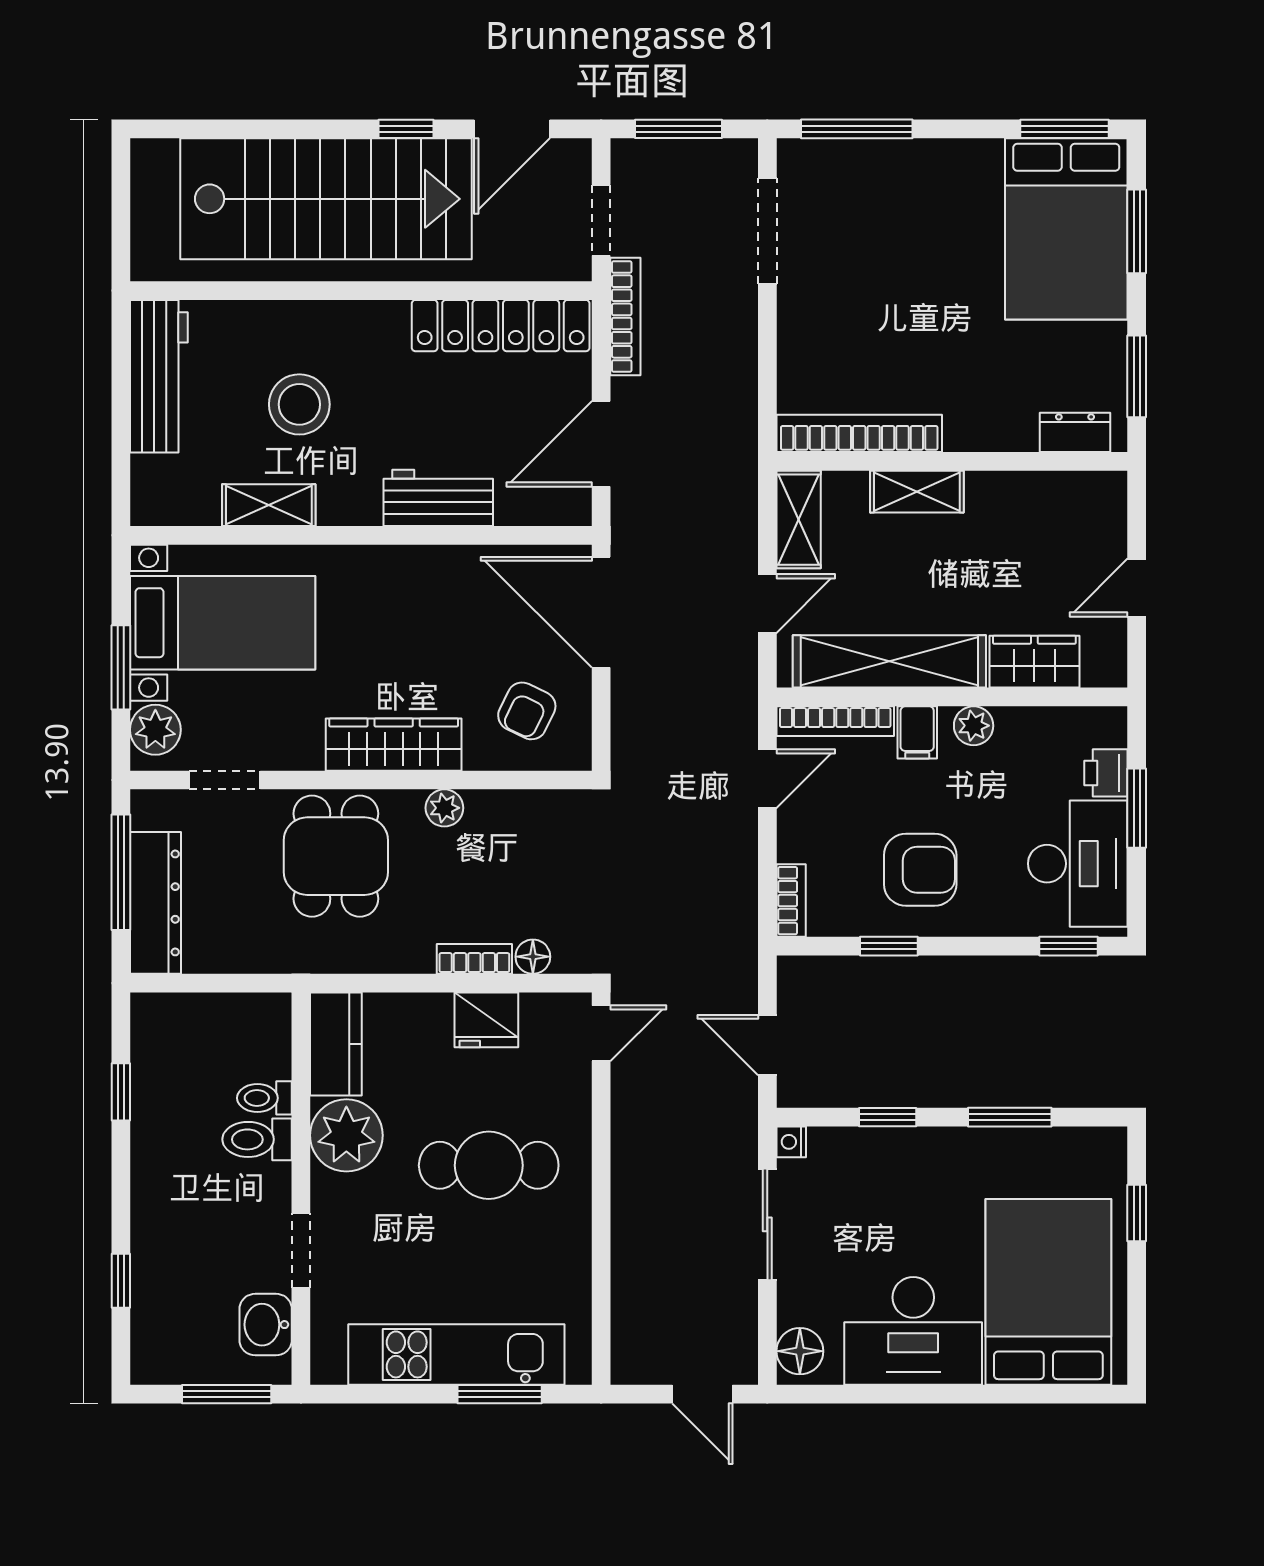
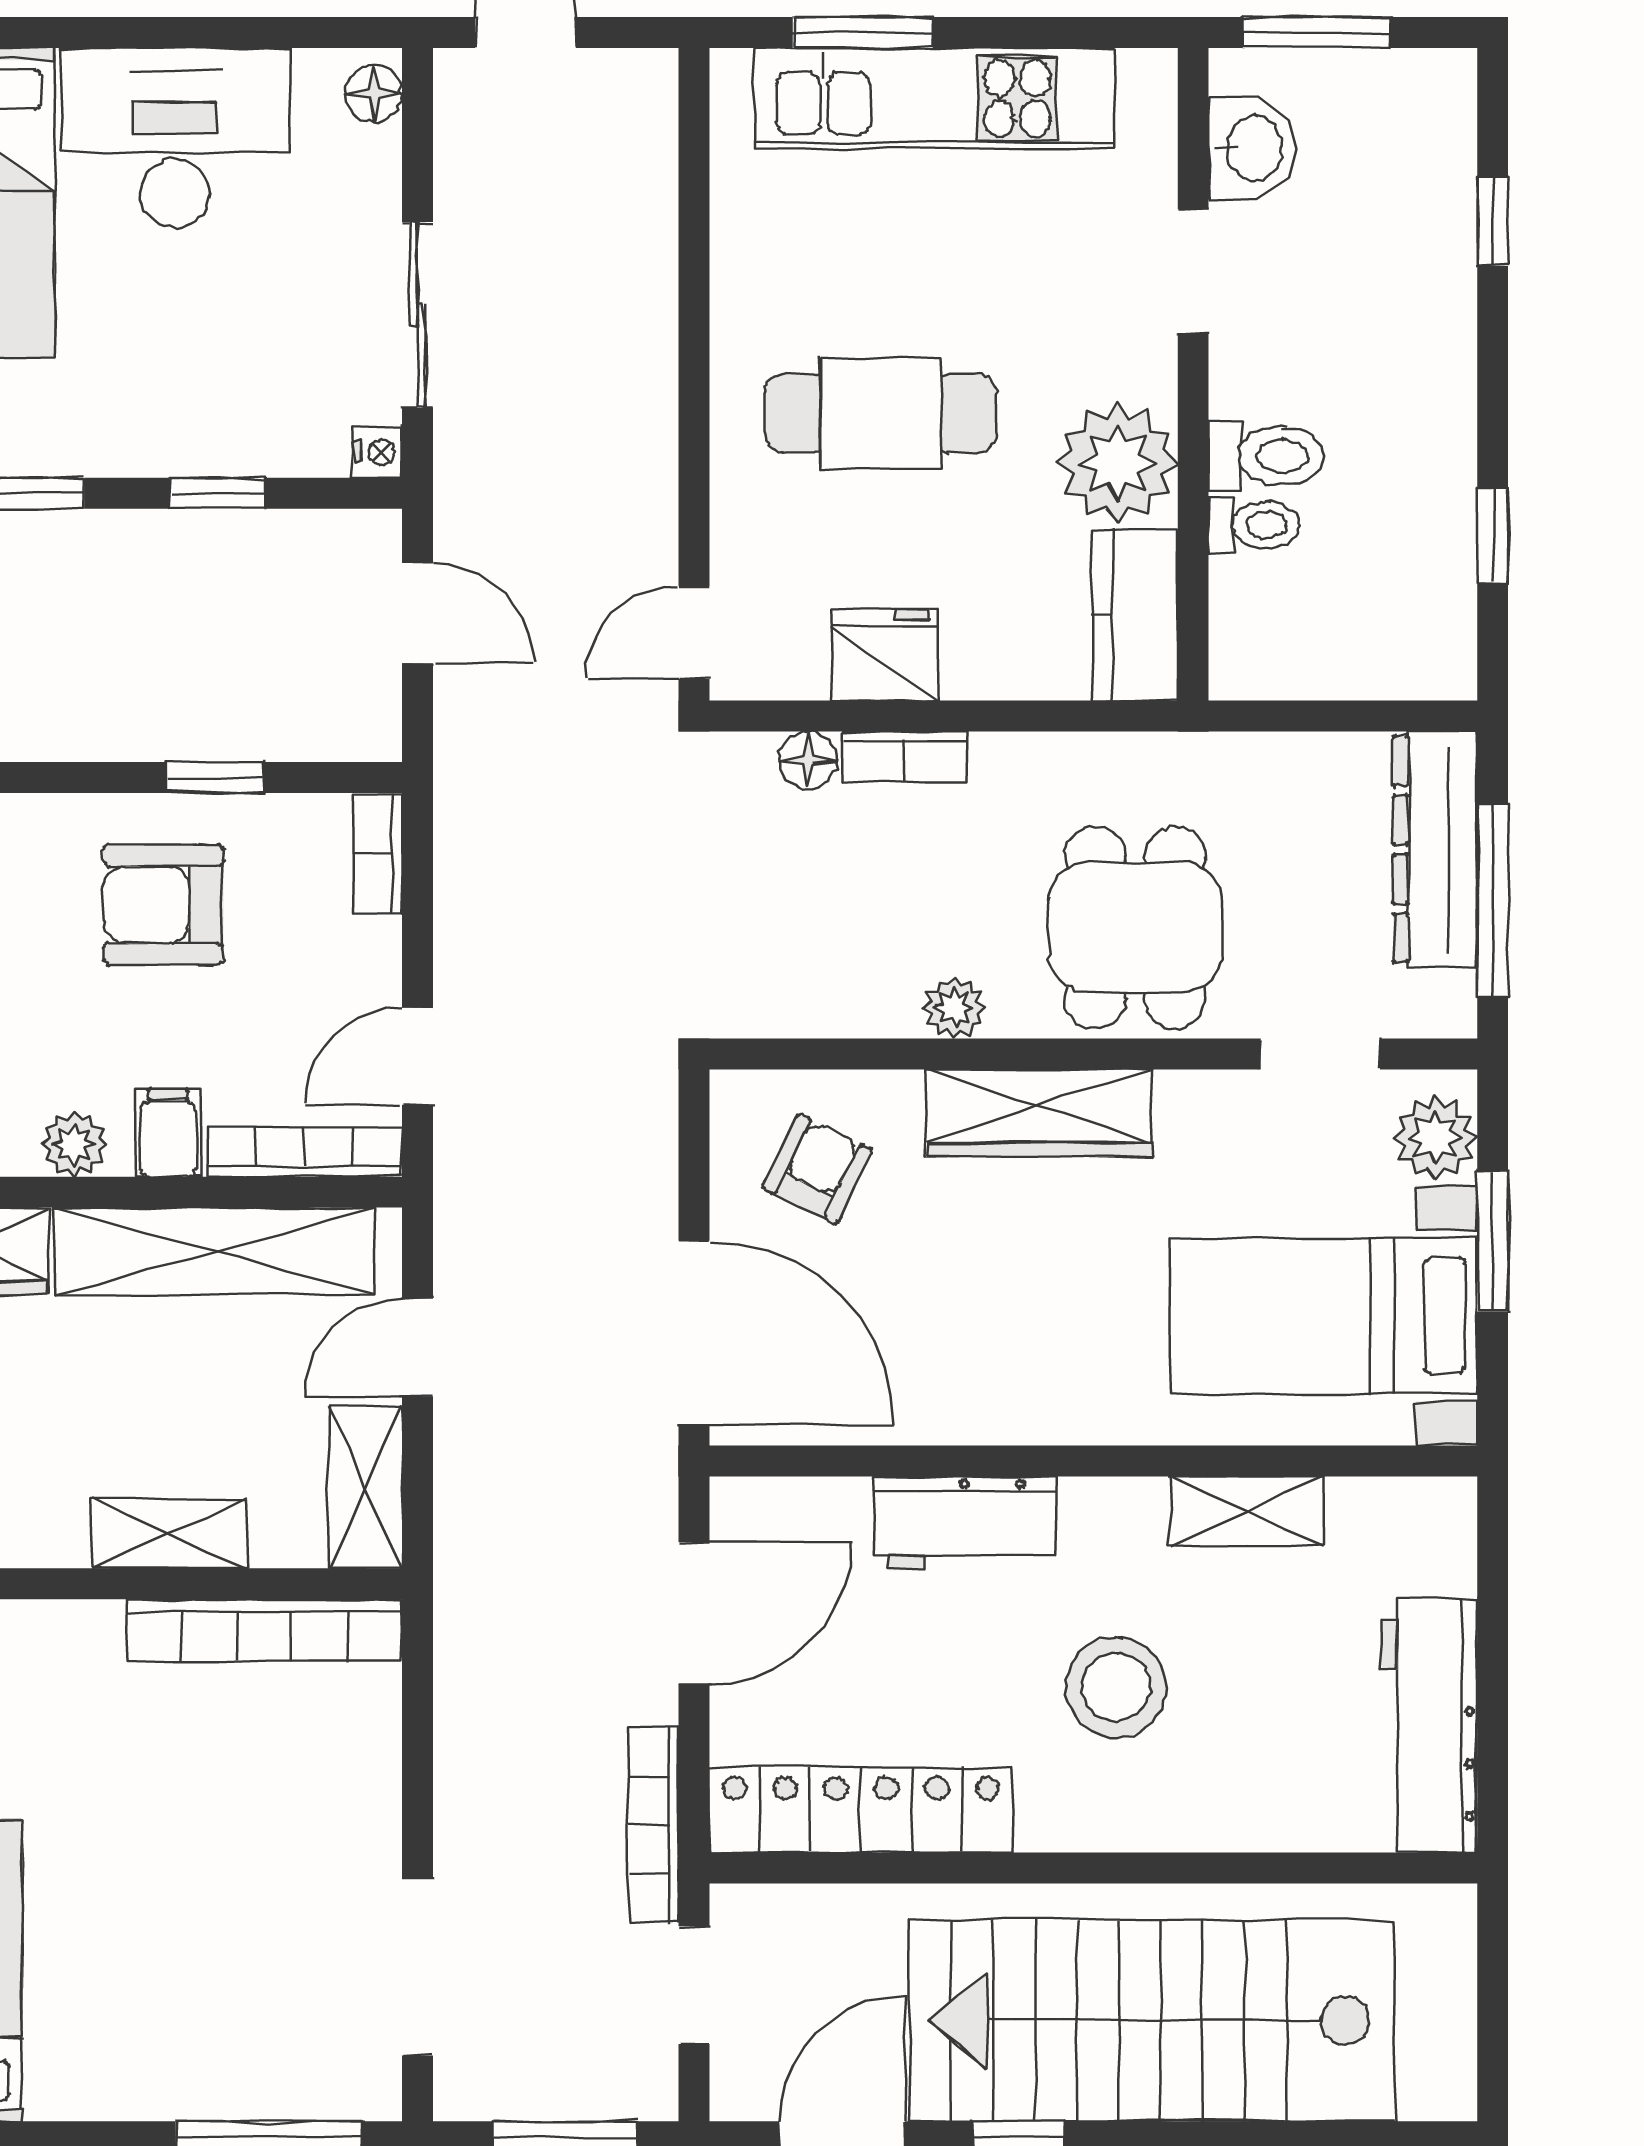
stool: (299, 404) -> (1116, 1687), moved
floor lamp: (800, 1351) -> (374, 93), width x0.73, depth x0.73

